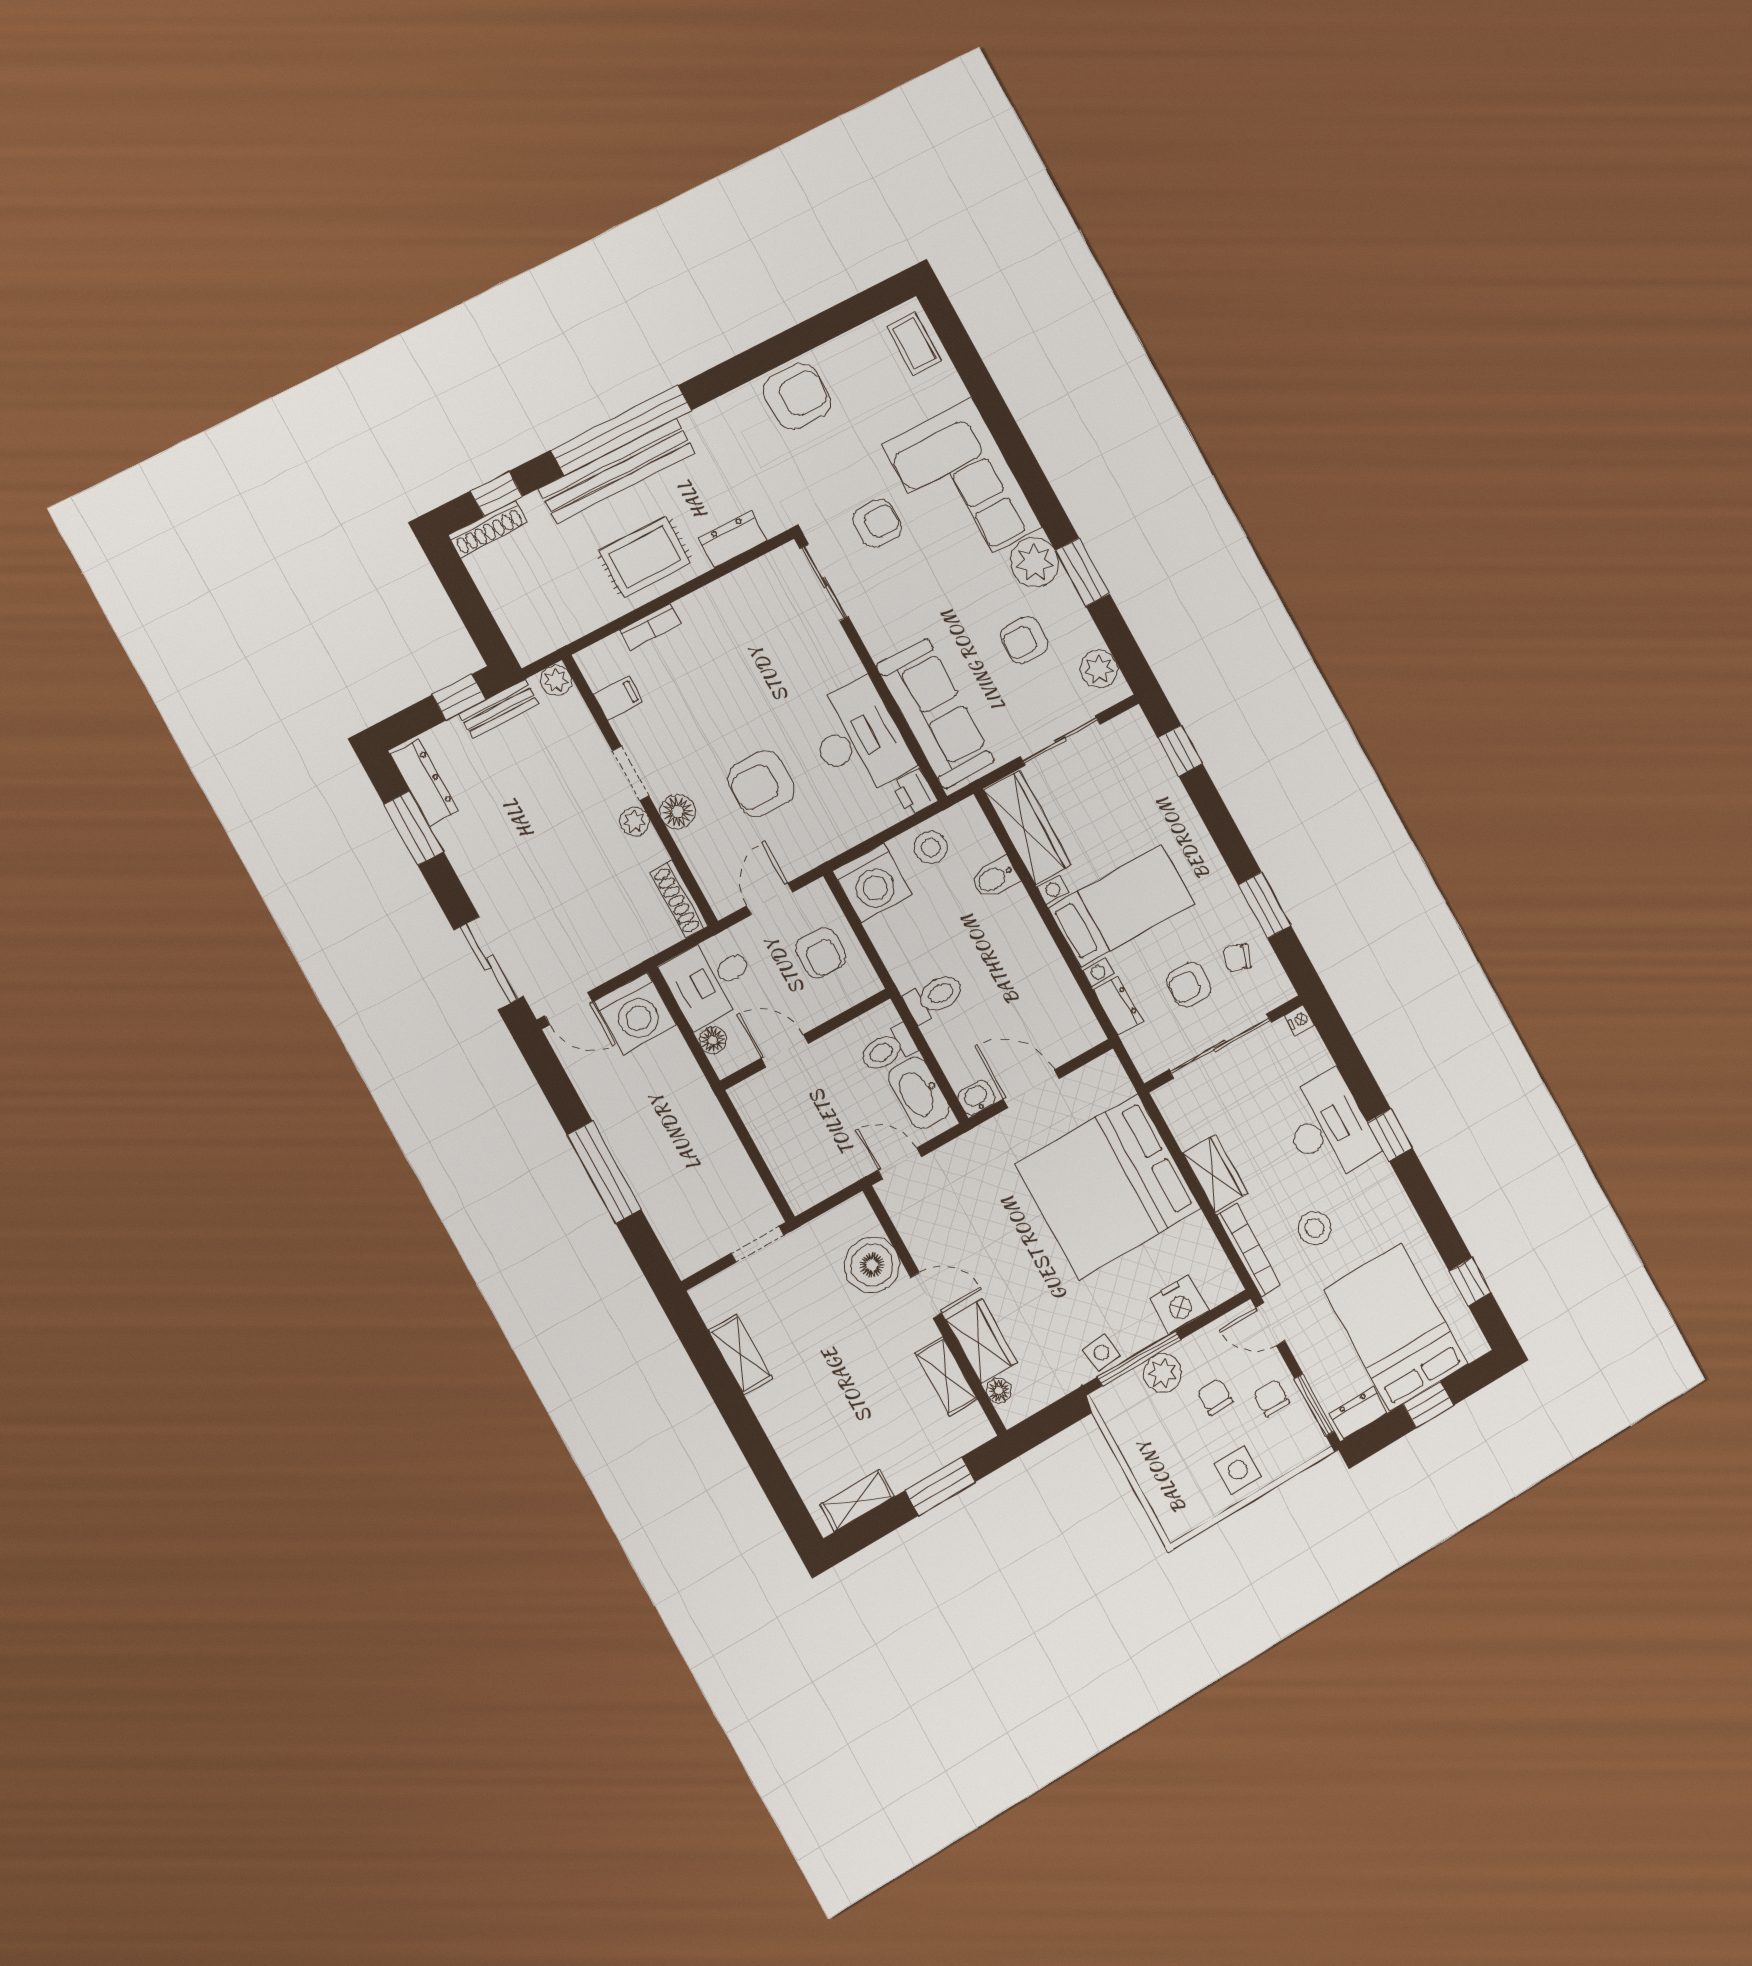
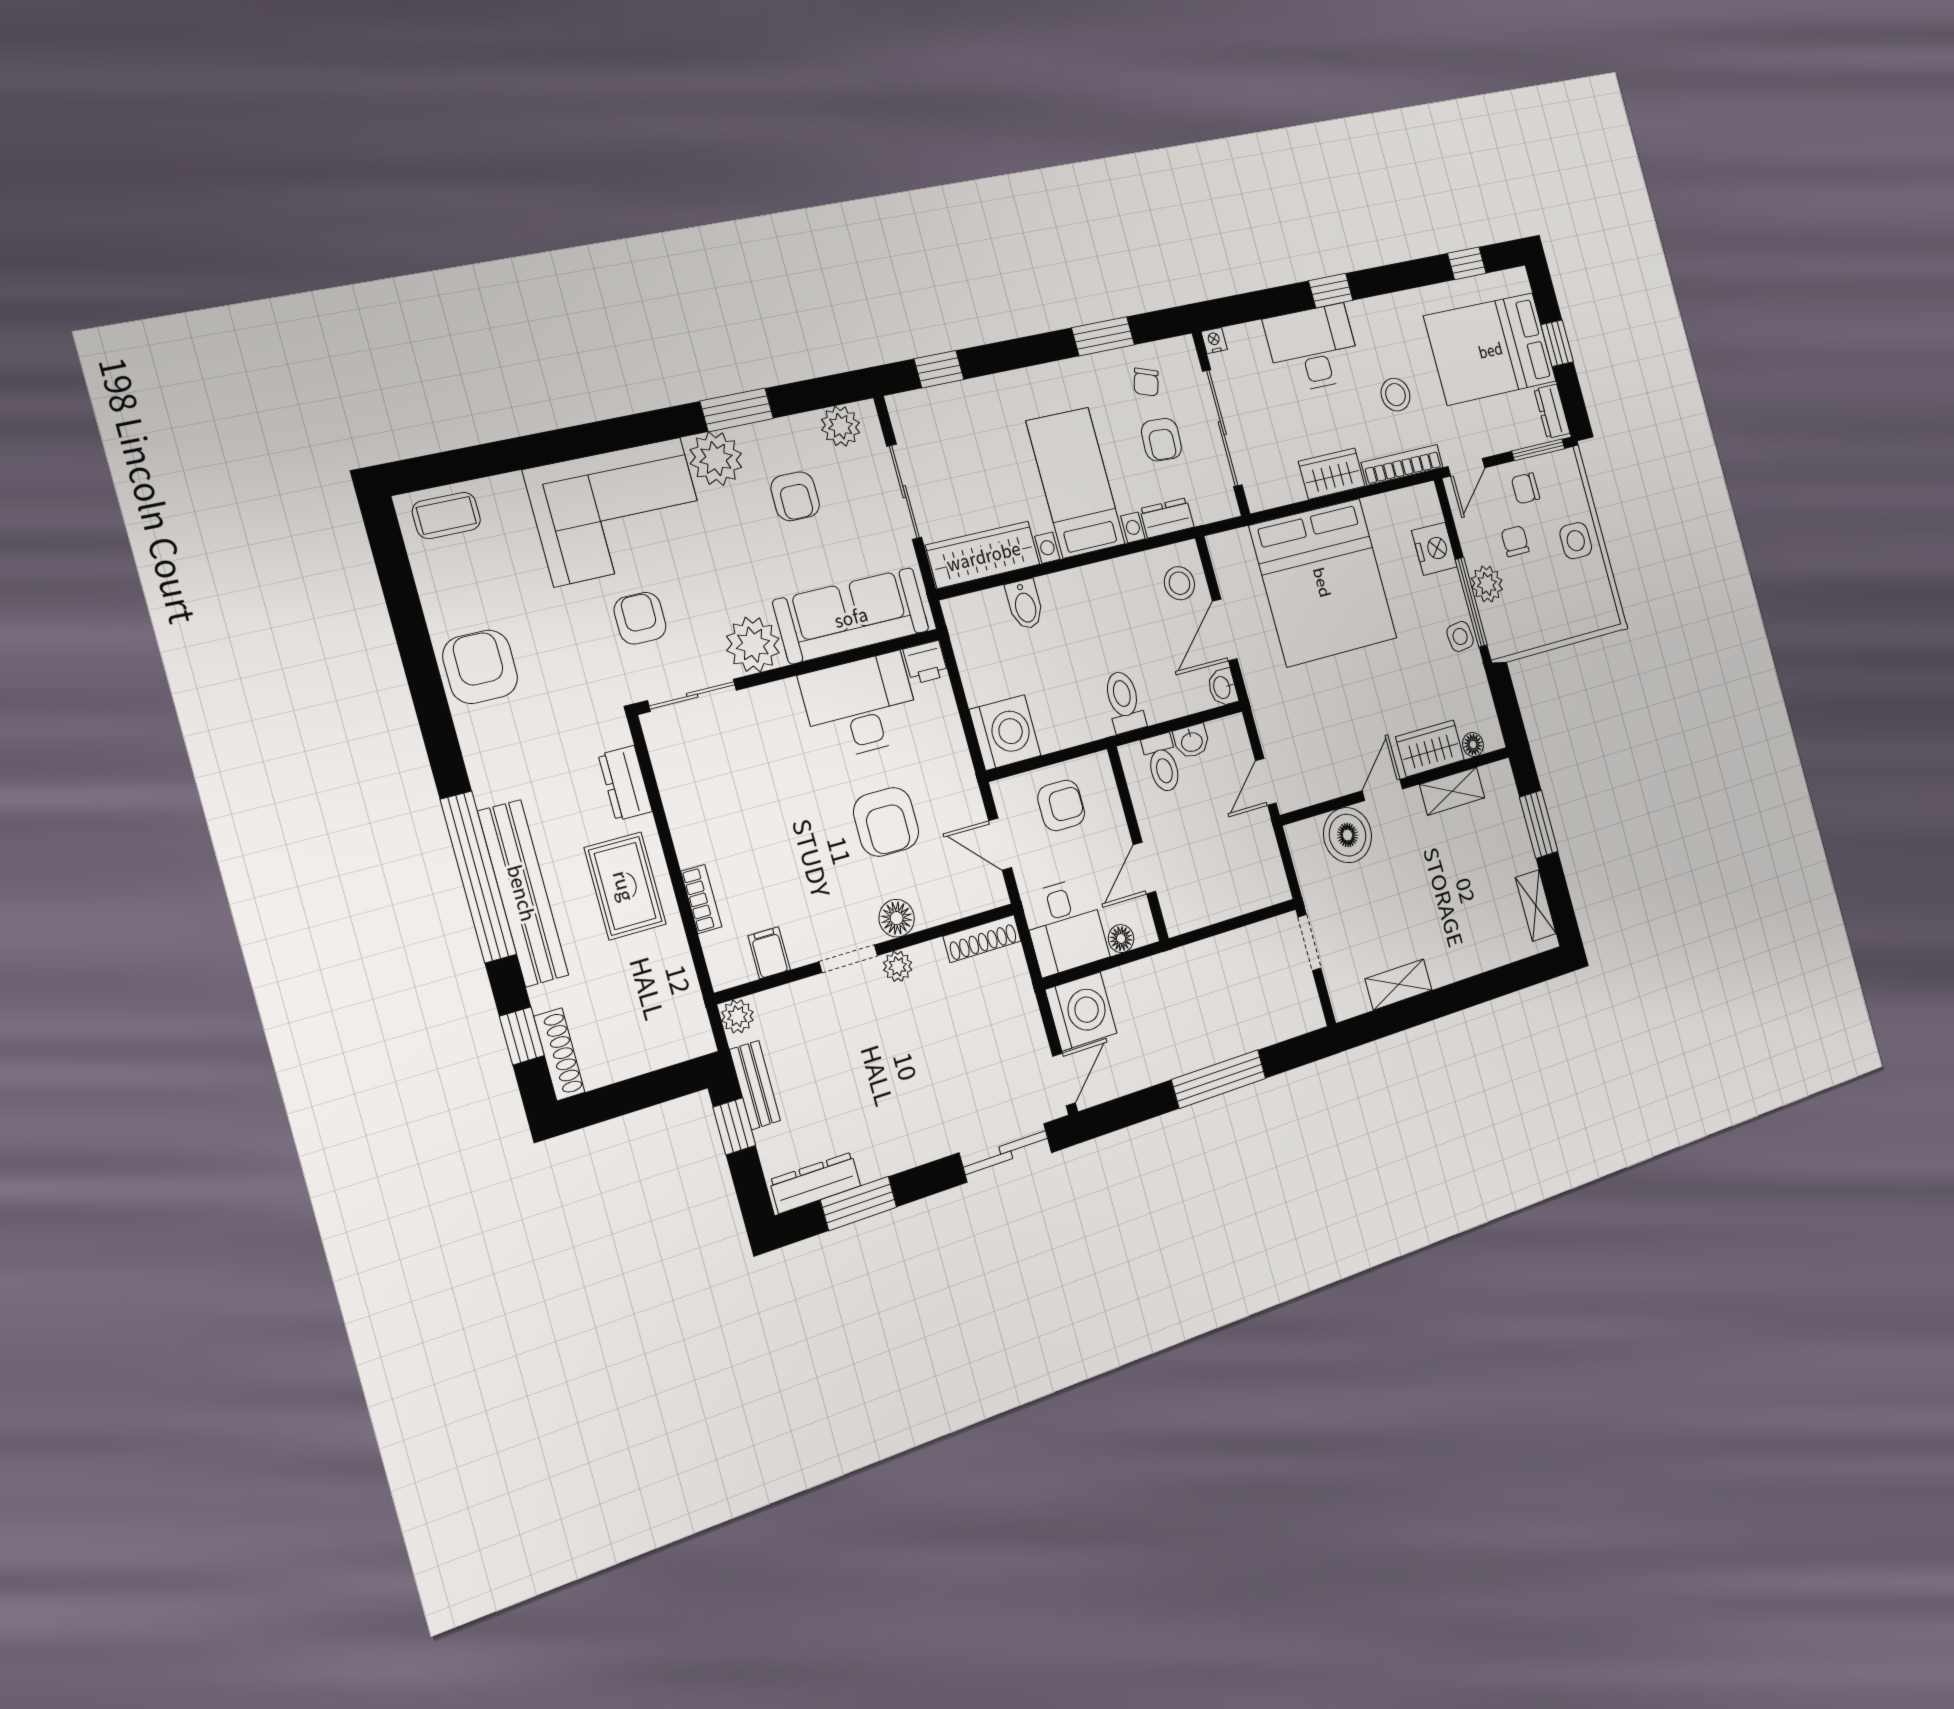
plant: (884, 628) -> (753, 645), added
stool: (931, 847) -> (1179, 583), moved
washbasin: (919, 1093) -> (1192, 741), width x0.52, depth x0.69
chair: (1215, 1397) -> (1515, 541), turned 90

